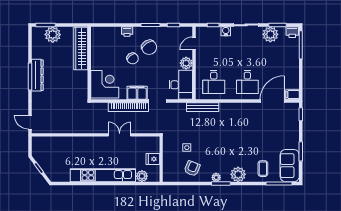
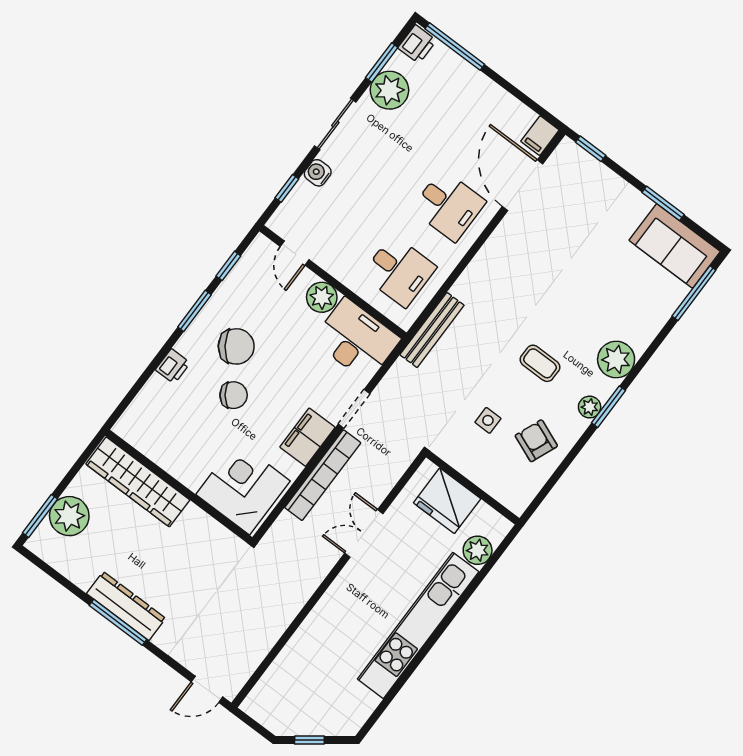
fridge: (153, 159) -> (447, 501), width x1.88, depth x1.34
coffee table: (263, 169) -> (540, 363), moved

